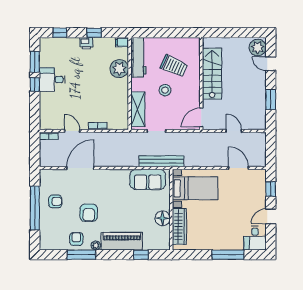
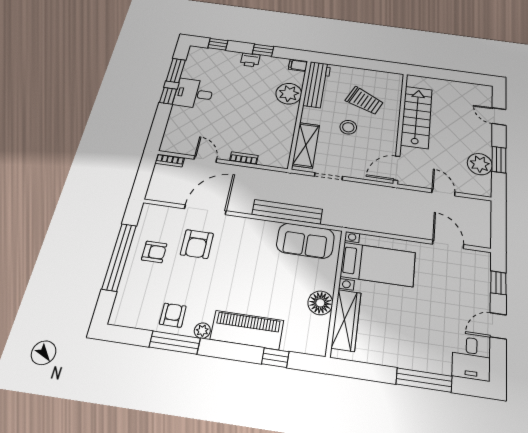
plant: (258, 47) -> (480, 164), moved
bench: (161, 161) -> (287, 212), moved
armchair: (89, 213) -> (197, 244), moved

